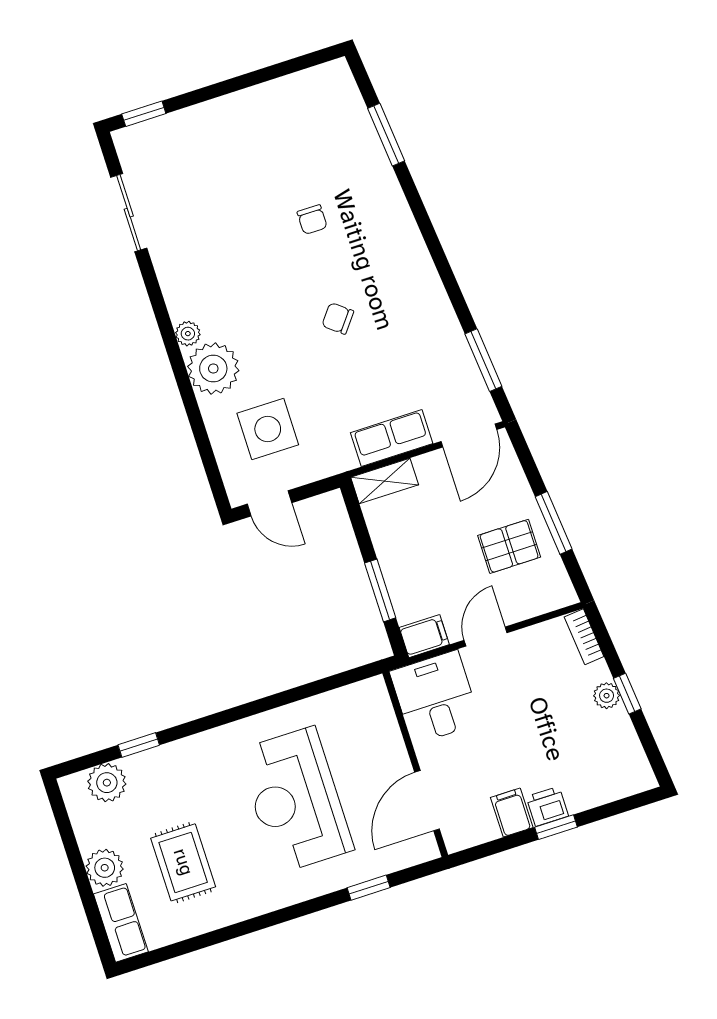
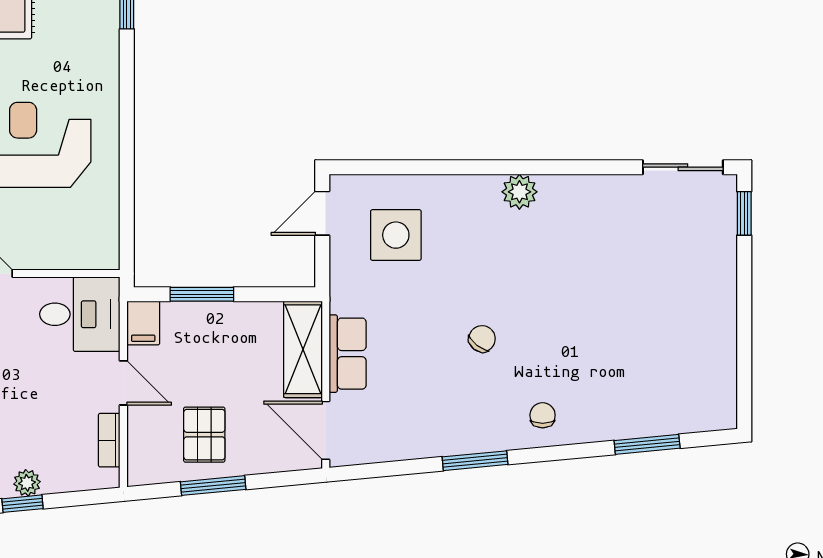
sliding door: (129, 213) -> (683, 167), moved
chair: (312, 220) -> (543, 415), moved, turned 90
plant: (188, 334) -> (519, 192), width x1.38, depth x1.38
window: (483, 360) -> (475, 461), moved
plant: (213, 369) -> (472, 201), removed
shelving: (385, 481) -> (303, 349), width x1.50, depth x1.33
bookcase: (584, 637) -> (109, 440), moved, turned -85

